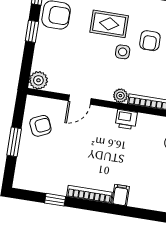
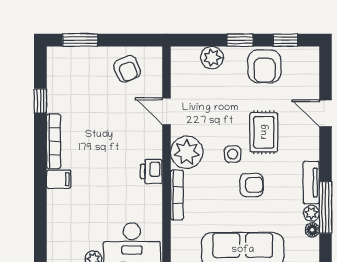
armchair: (150, 41) -> (251, 185), turned 180
plant: (38, 80) -> (212, 58), moved
plant: (120, 96) -> (187, 152), width x1.88, depth x1.88
window: (14, 142) -> (80, 40), moved

